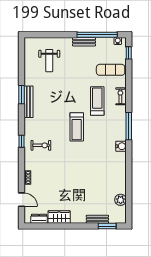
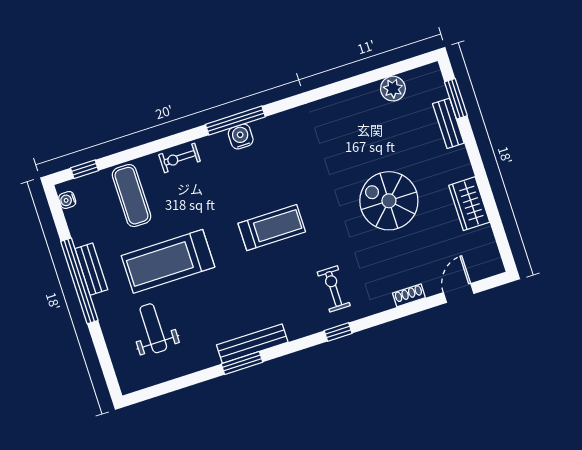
window: (97, 35) -> (79, 281), moved
weight bench: (49, 61) -> (153, 328), turned -90
treadmill: (97, 101) -> (168, 261), moved, width x1.37, depth x1.38
water cooler: (121, 146) -> (241, 136), moved
spiral stairs: (72, 182) -> (389, 201), added
dresser: (39, 219) -> (486, 244), removed

